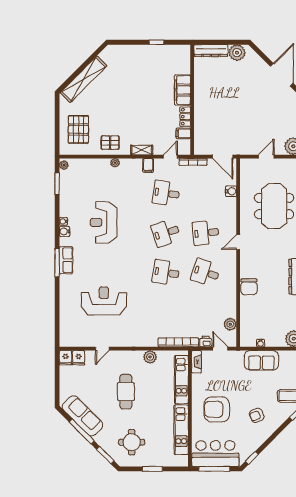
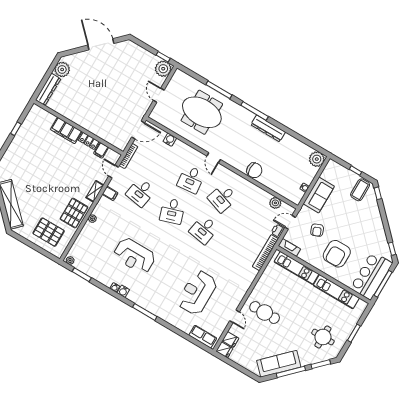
pallet: (110, 143) -> (74, 213), width x1.50, depth x1.42
row of seats: (66, 260) -> (203, 337), moved
plant: (150, 357) -> (264, 282), removed
cafe table: (126, 392) -> (265, 313), moved
armchair: (257, 415) -> (317, 230), moved

